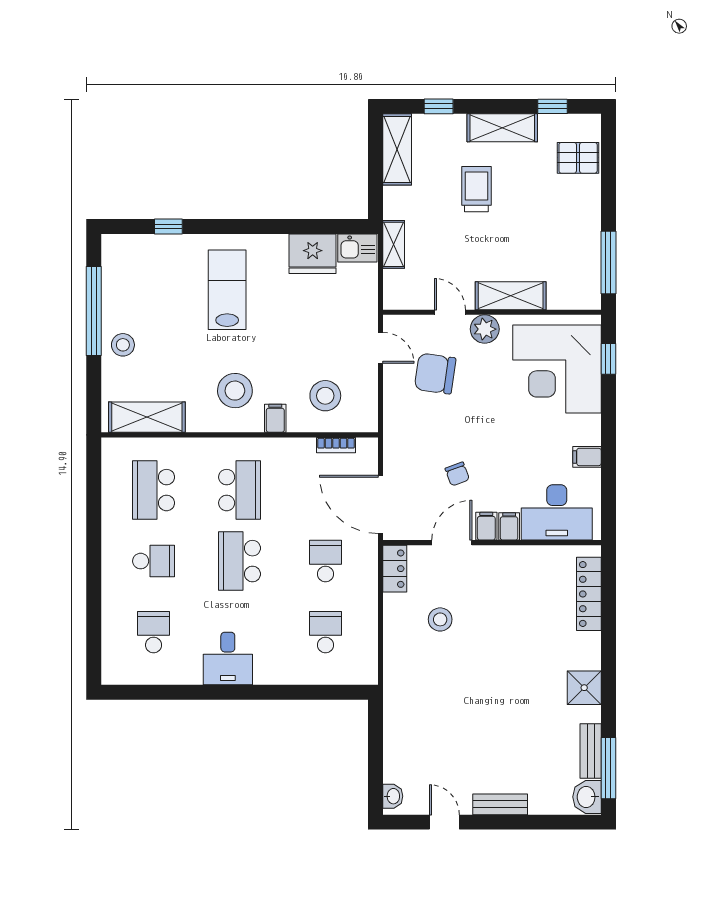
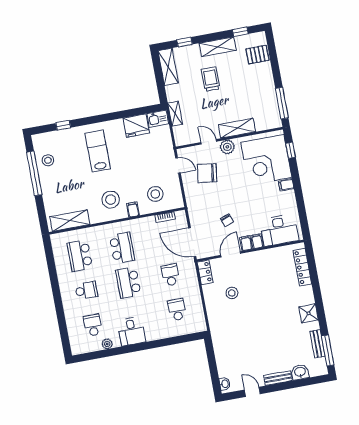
stool: (123, 345) -> (48, 160), moved
filing cabinet: (587, 457) -> (286, 185), moved
plant: (175, 674) -> (107, 344), added
washbasin: (587, 797) -> (300, 372), moved, turned 90

